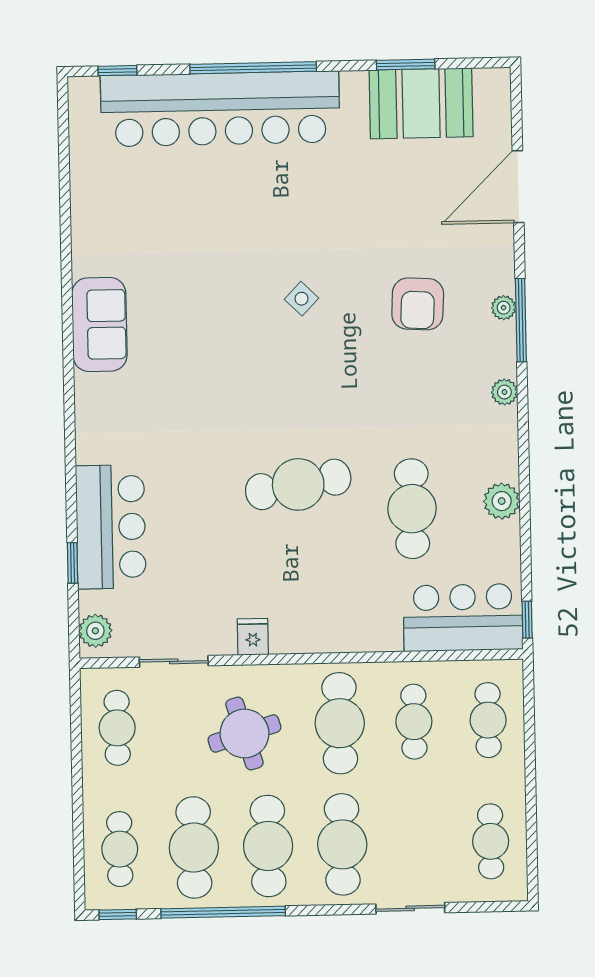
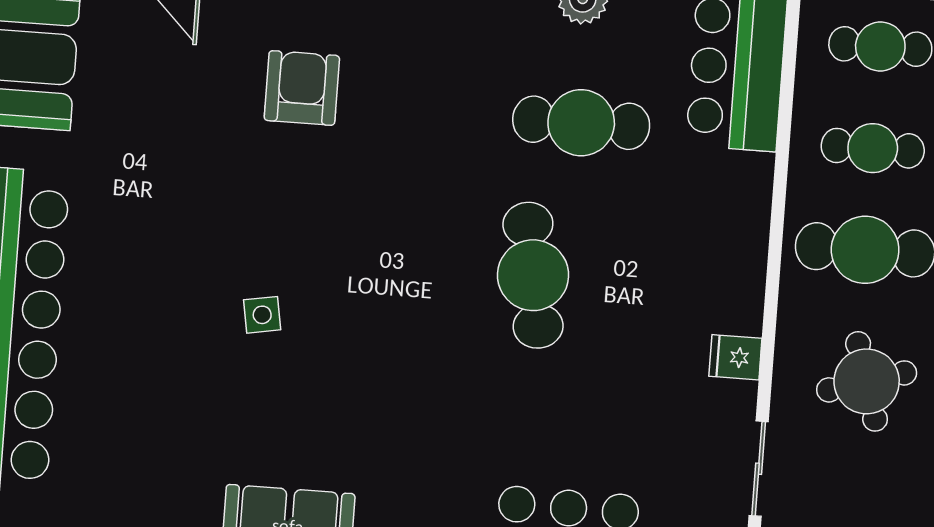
side table: (302, 299) -> (262, 315), moved, turned 36
armchair: (418, 304) -> (302, 88), turned -93

